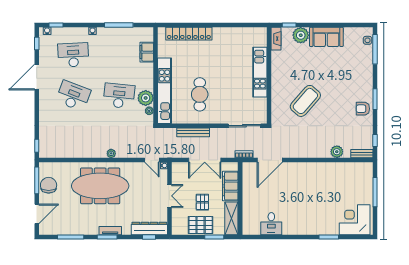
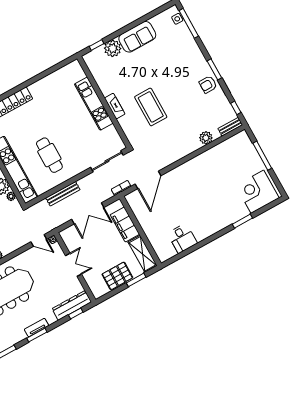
fireplace: (276, 39) -> (115, 106), moved
coffee table: (305, 101) -> (151, 107), turned -41
pallet: (202, 202) -> (107, 254), removed

